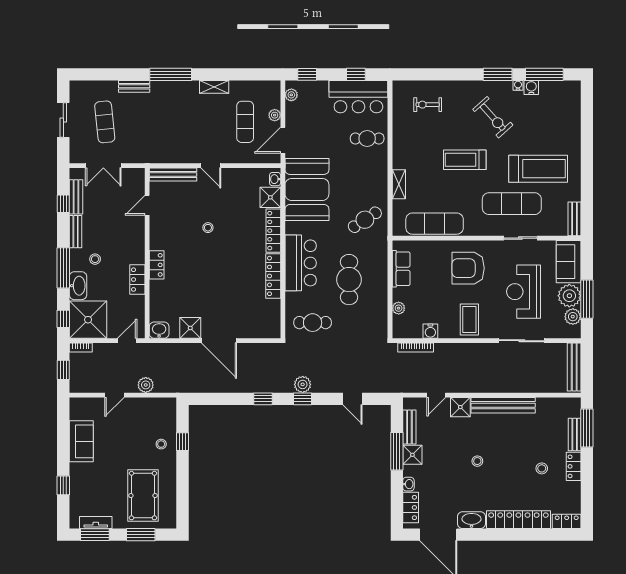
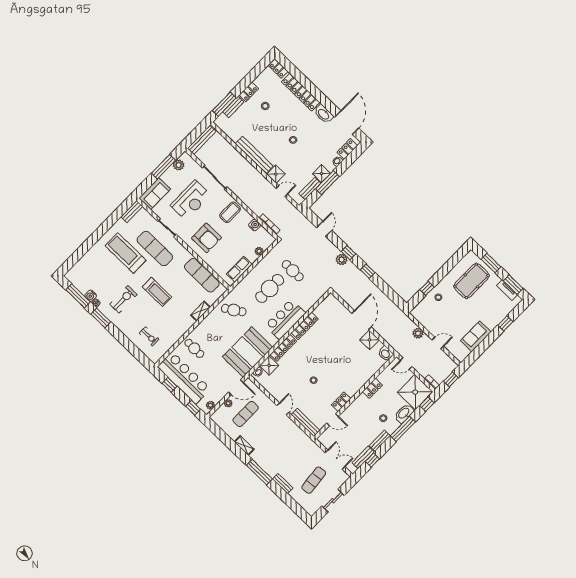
bar counter: (358, 97) -> (184, 378), width x1.36
exercise bike: (493, 117) -> (123, 299), turned 42
locker: (157, 265) -> (341, 402), moved
plant: (569, 296) -> (170, 177), removed
cafe table: (313, 323) -> (293, 271), moved

